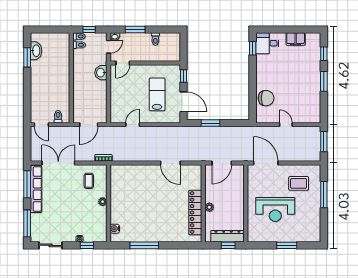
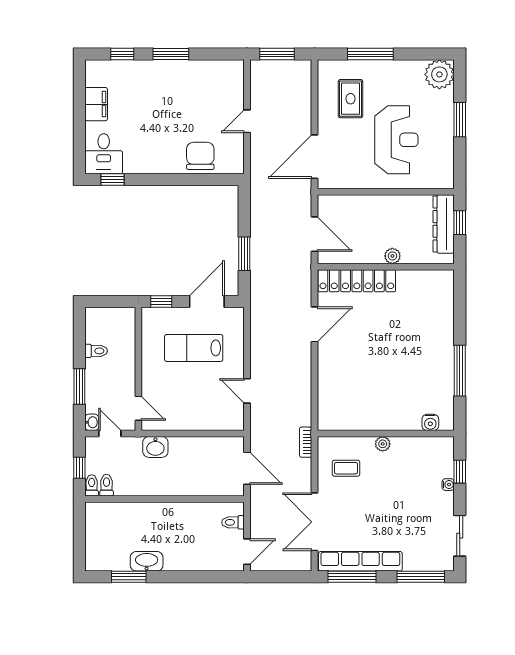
washbasin: (36, 51) -> (147, 561), moved
locker: (195, 212) -> (357, 281), moved
plant: (312, 234) -> (439, 74), added

